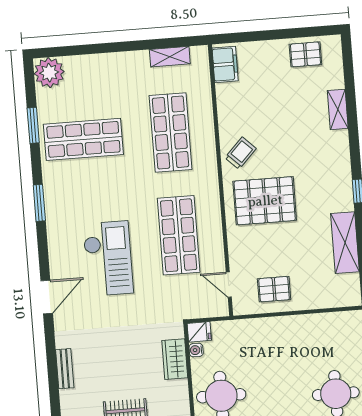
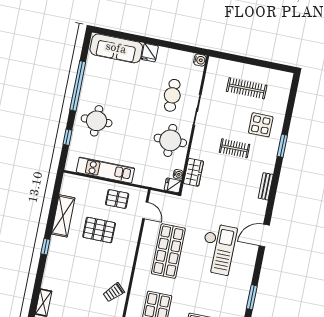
pallet: (265, 201) -> (99, 230), moved, width x0.73, depth x0.71
checkout: (108, 258) -> (218, 249), turned 180
kitchen unit: (303, 326) -> (105, 170), added

